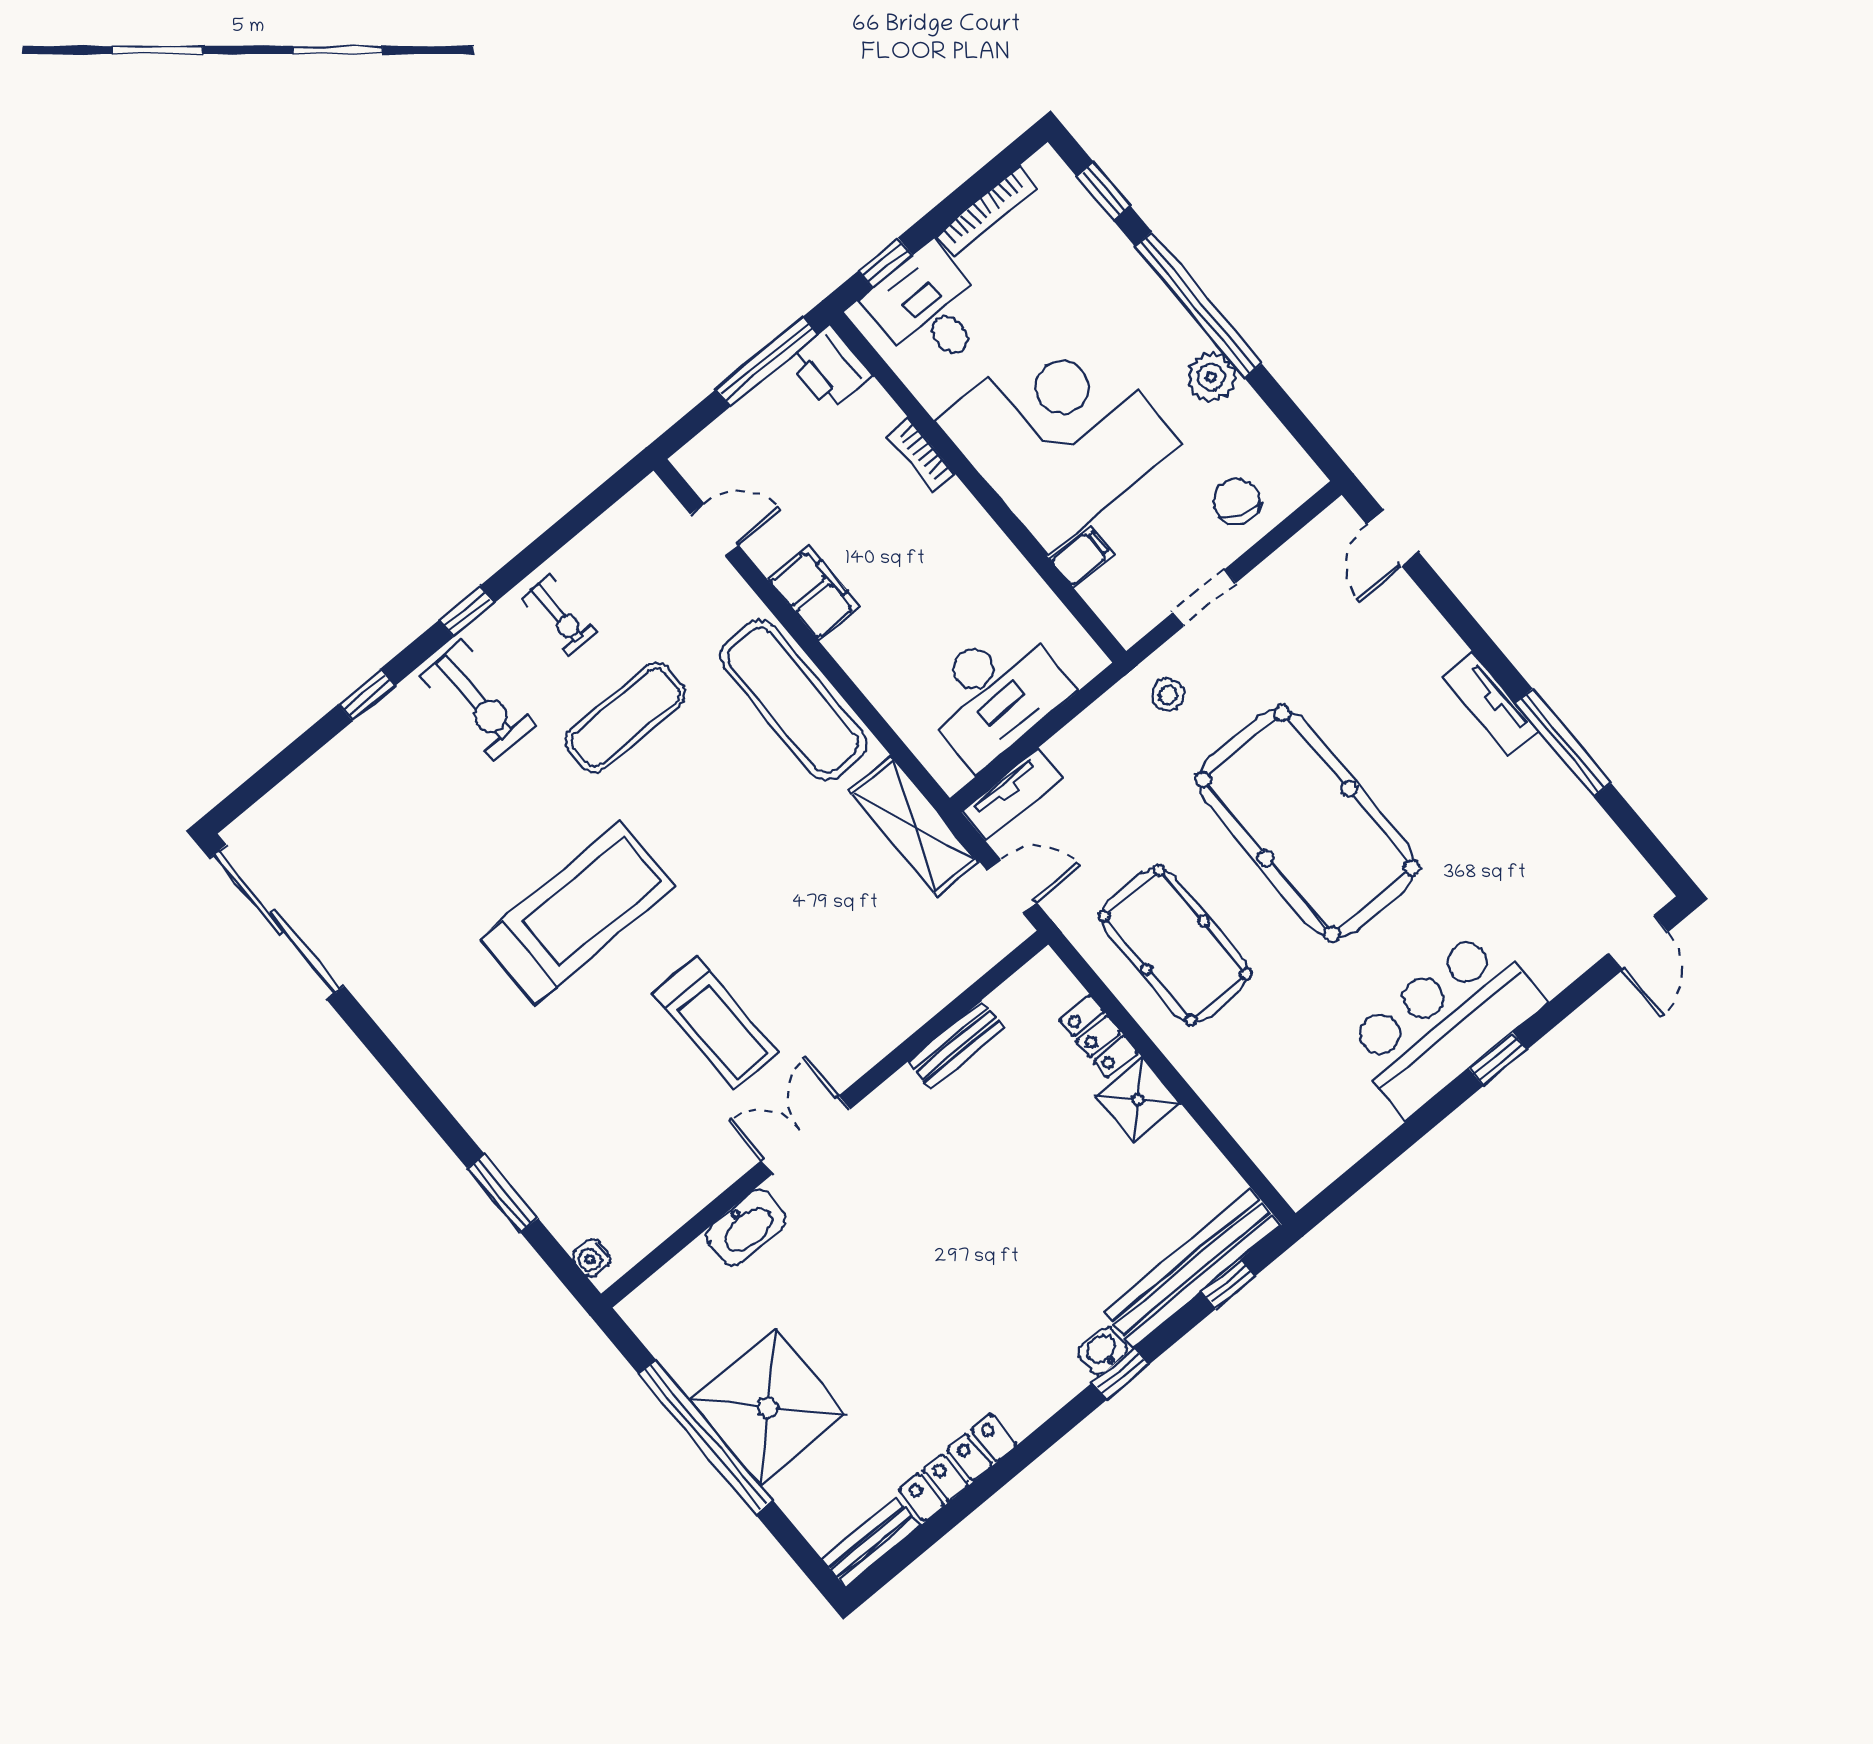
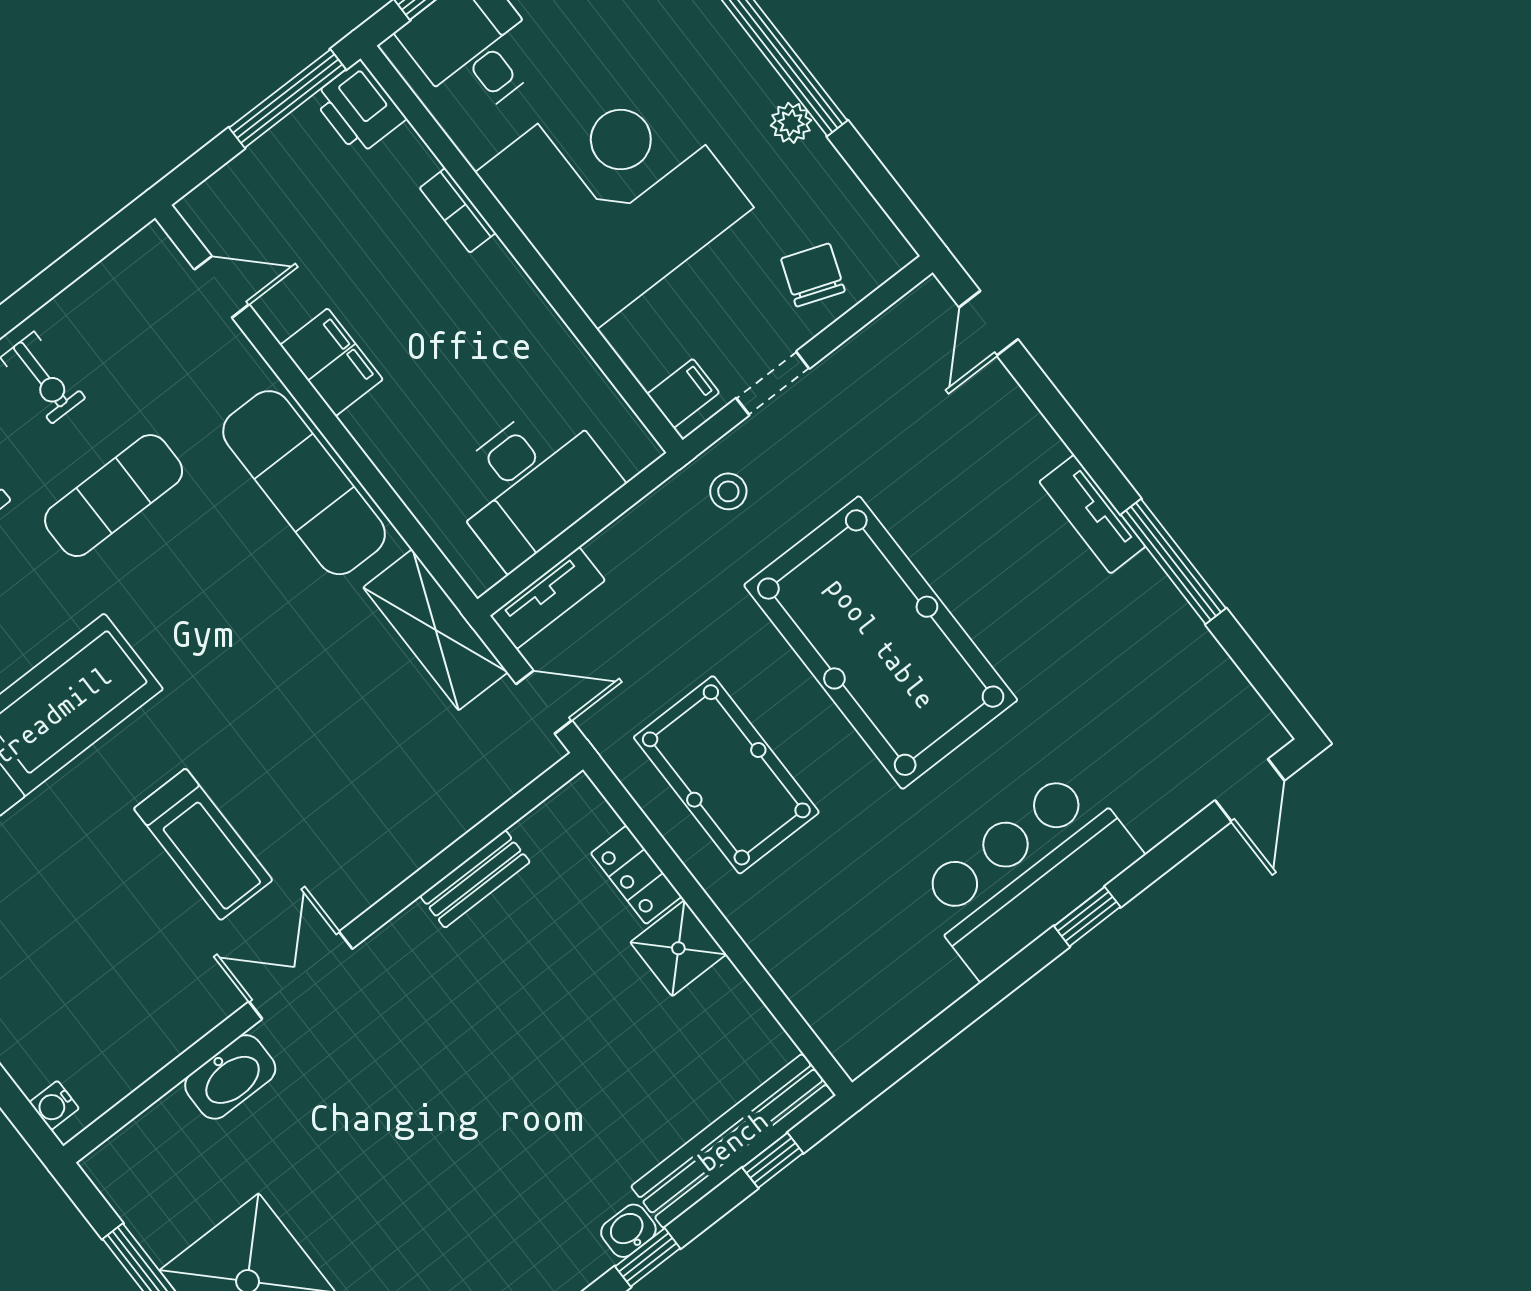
plant: (1211, 377) -> (791, 123), width x0.73, depth x0.73
filing cabinet: (1081, 557) -> (683, 393), moved

